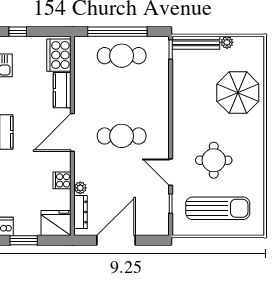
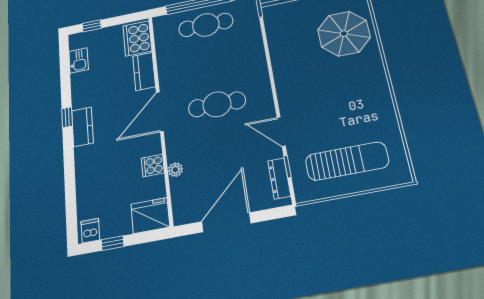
round table: (214, 160) -> (331, 109), removed
dresser: (81, 212) -> (279, 178), moved, turned 180
window: (24, 240) -> (113, 243), width x0.67

